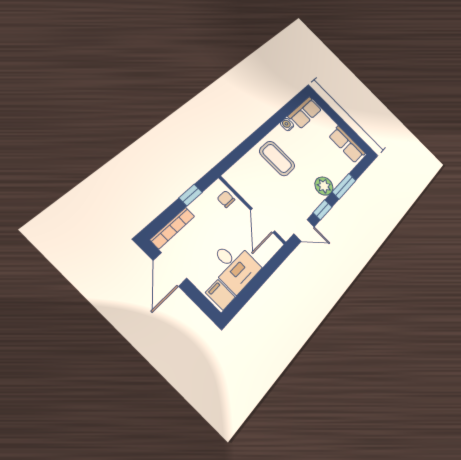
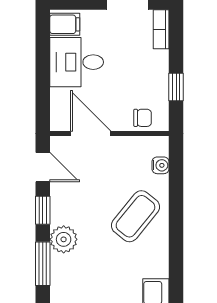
water cooler: (287, 124) -> (160, 165), moved
coffee table: (277, 158) -> (135, 216), turned -51
bookcase: (172, 228) -> (161, 29), width x0.64
door: (304, 230) -> (43, 167), swing flipped

